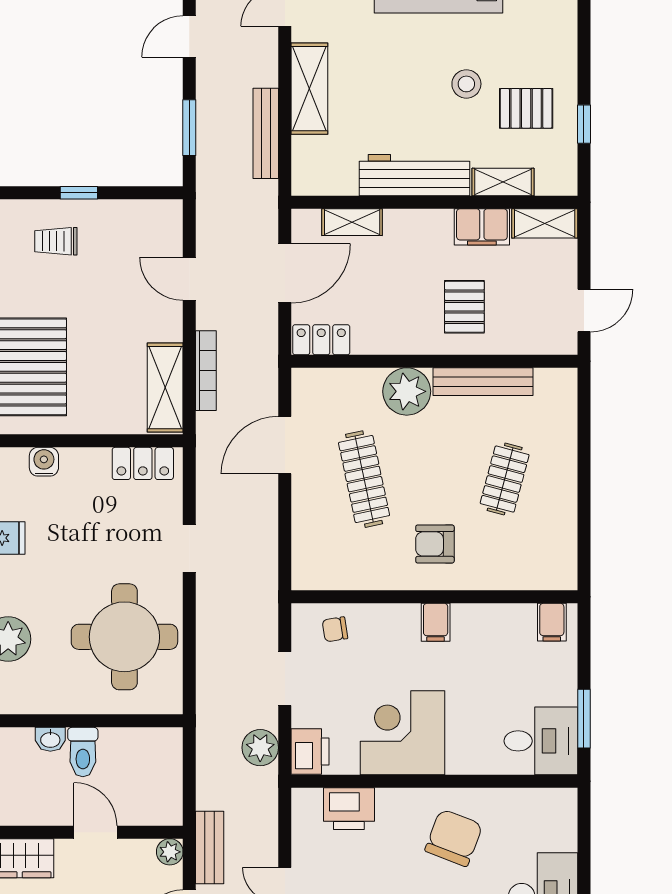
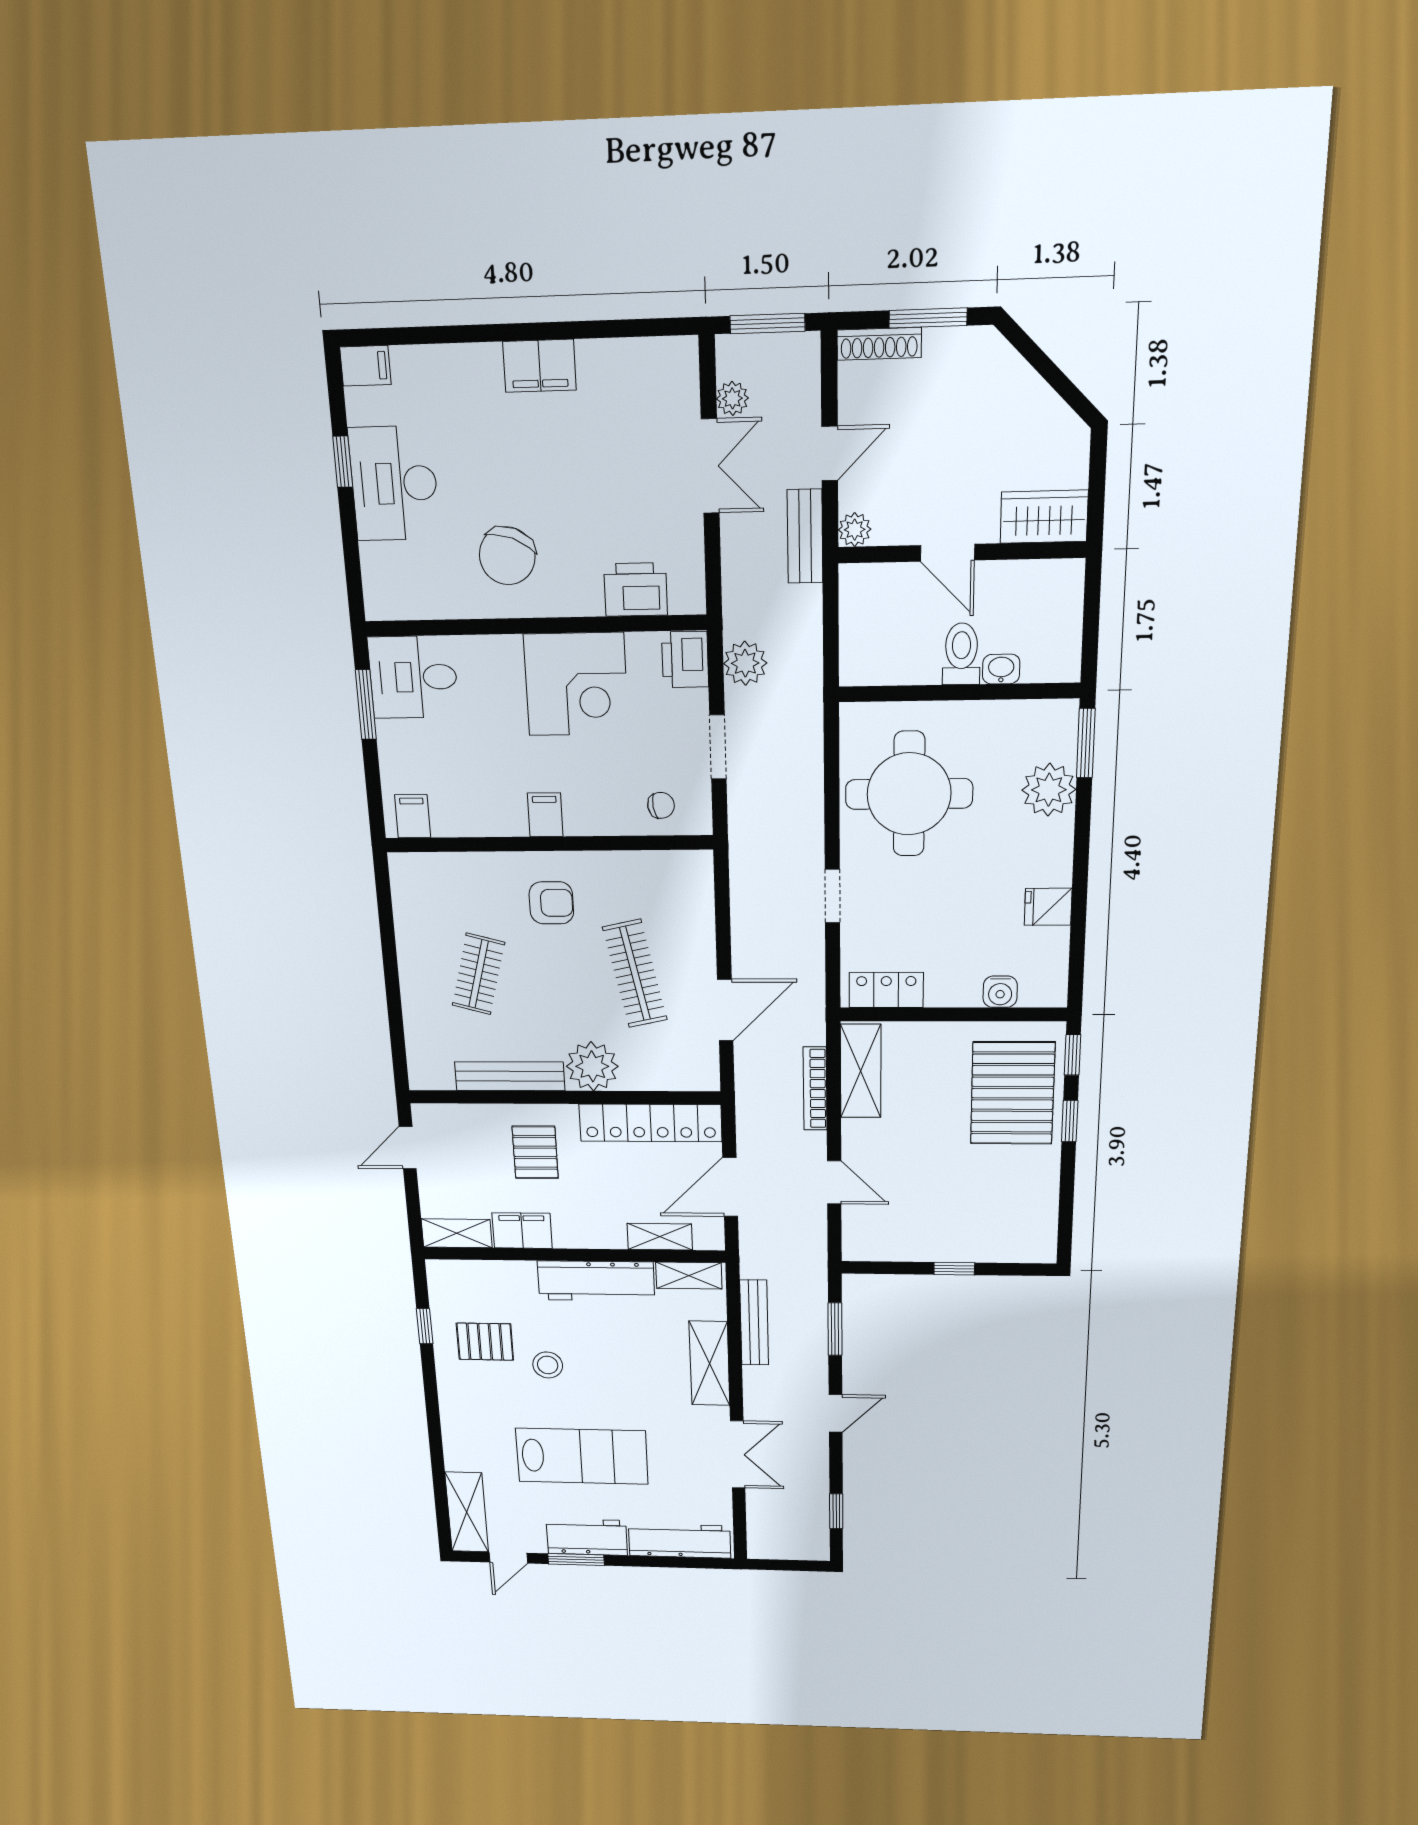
shelving: (503, 182) -> (689, 1276), moved
trolley: (56, 241) -> (981, 1221), removed
locker: (321, 340) -> (650, 1123), width x2.16, depth x1.21

